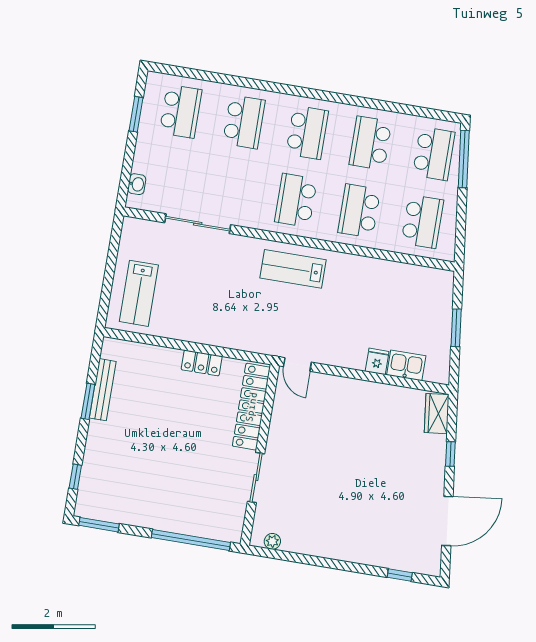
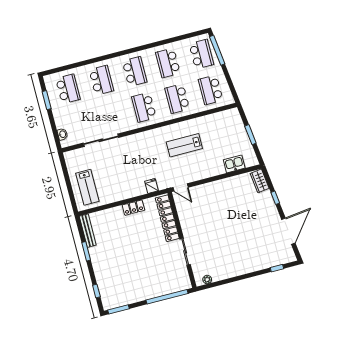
school desk: (422, 222) -> (211, 90), turned 180
lab bench: (293, 269) -> (184, 145), moved
fridge: (377, 361) -> (152, 186), moved
bench: (103, 390) -> (88, 231), moved

